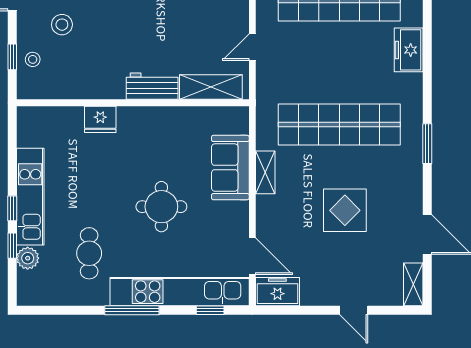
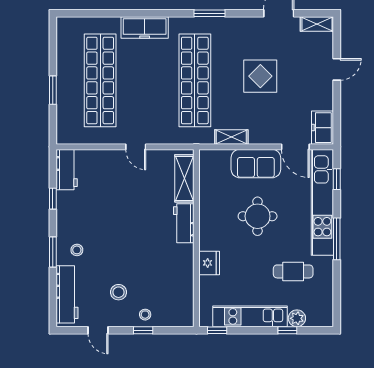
freezer: (409, 50) -> (145, 27), width x1.40
workbench: (152, 86) -> (184, 223), moved
shelving: (211, 87) -> (184, 178), moved
wall: (133, 103) -> (196, 238), moved
fridge: (100, 119) -> (209, 263), moved
sofa: (230, 168) -> (256, 164), moved
window: (12, 208) -> (217, 330), moved
door: (252, 256) -> (295, 147), swing flipped

